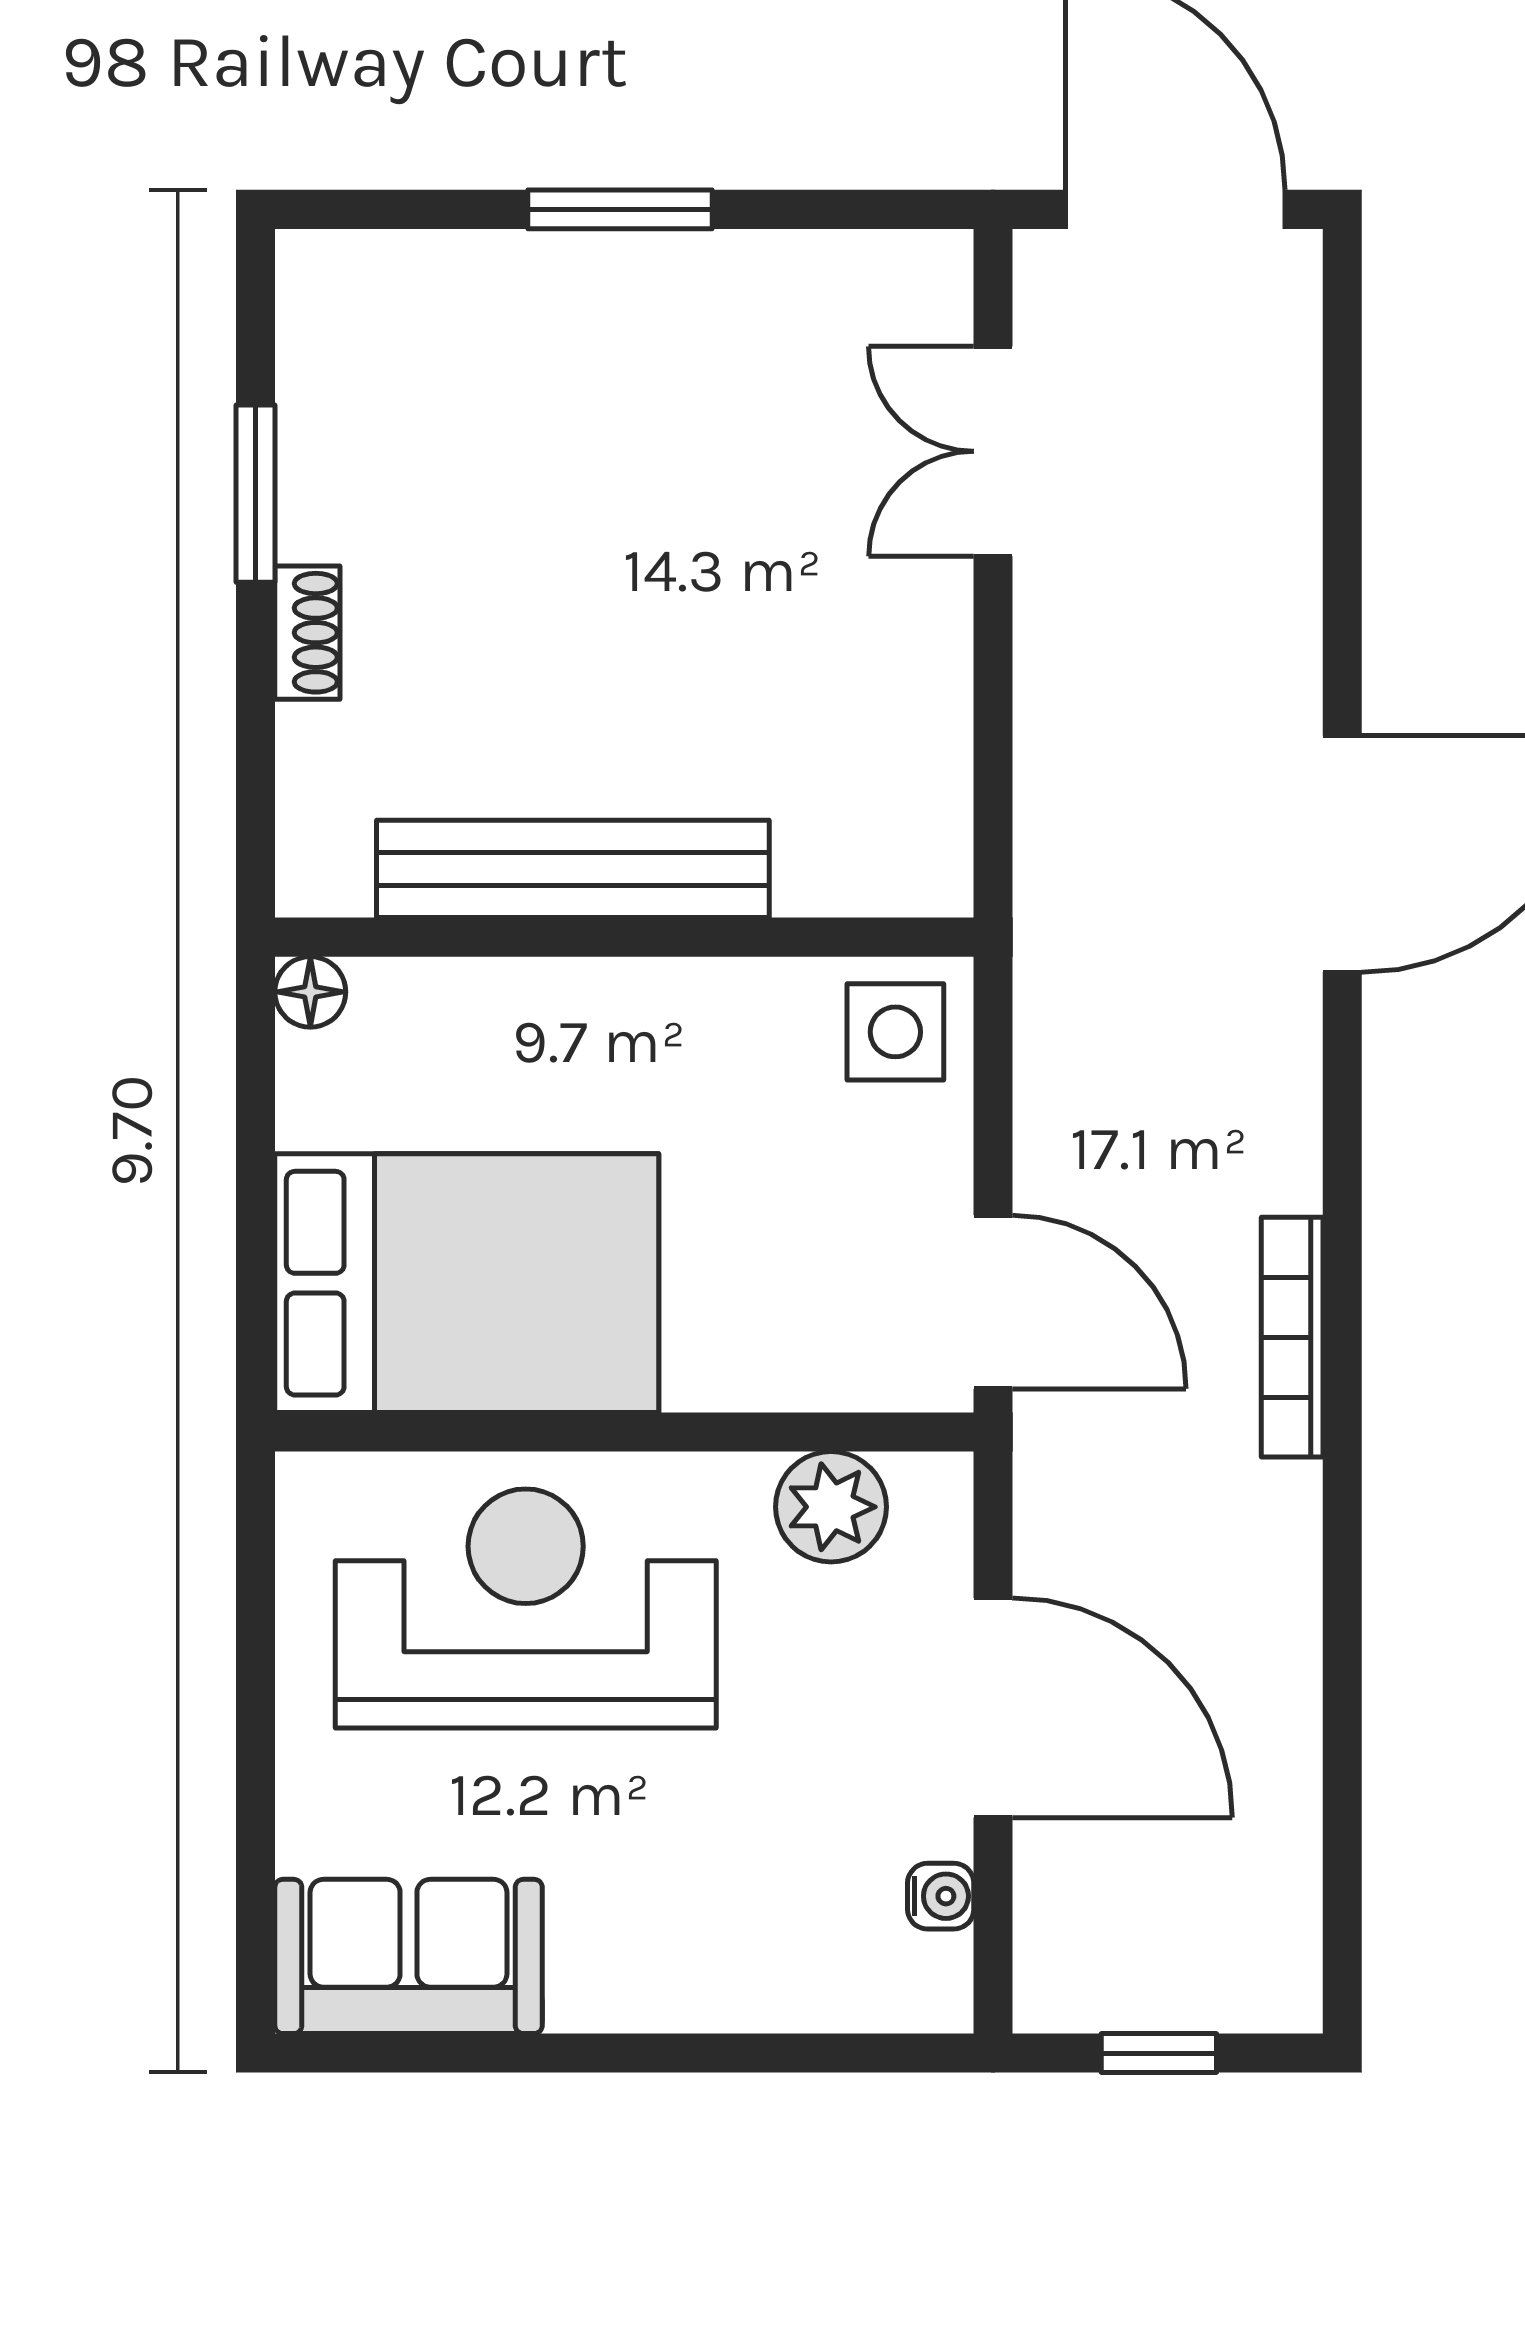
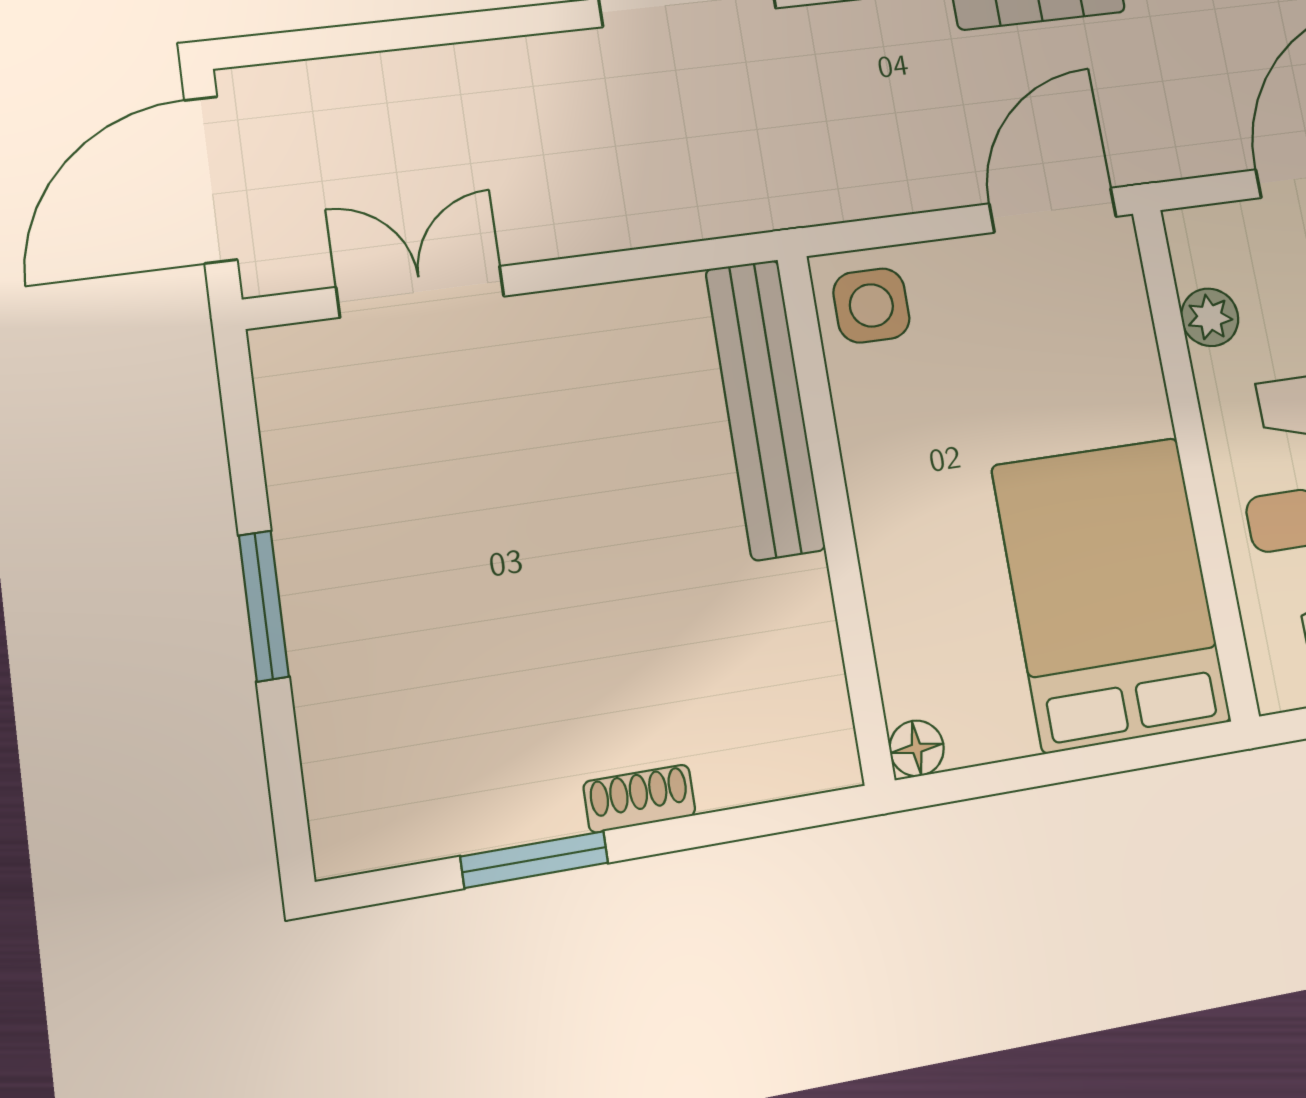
double door: (993, 451) -> (420, 292), swing flipped
bench: (573, 869) -> (765, 409), moved
plant: (831, 1507) -> (1210, 317), width x0.73, depth x0.73

